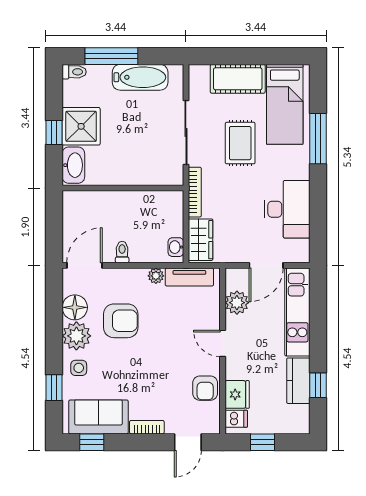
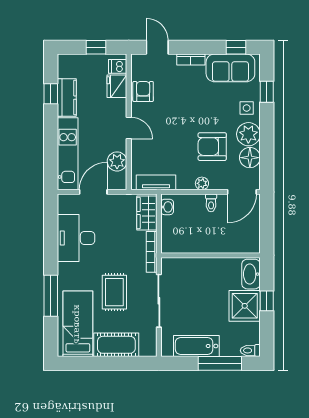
plant: (156, 276) -> (202, 183), moved
door: (188, 442) -> (157, 47), hinge flipped

